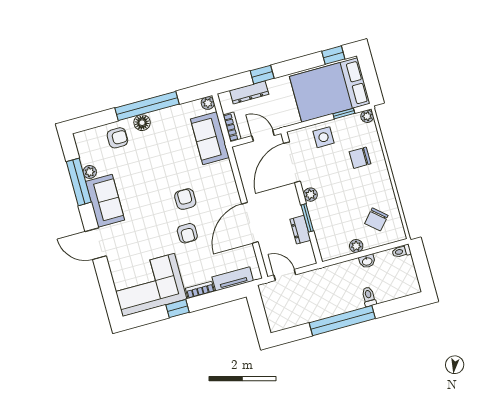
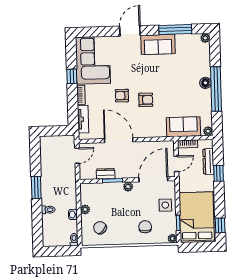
armchair: (117, 138) -> (199, 63), removed
door: (292, 162) -> (153, 179), hinge flipped
plant: (90, 172) -> (205, 38), moved
window: (342, 321) -> (36, 187), width x0.47

